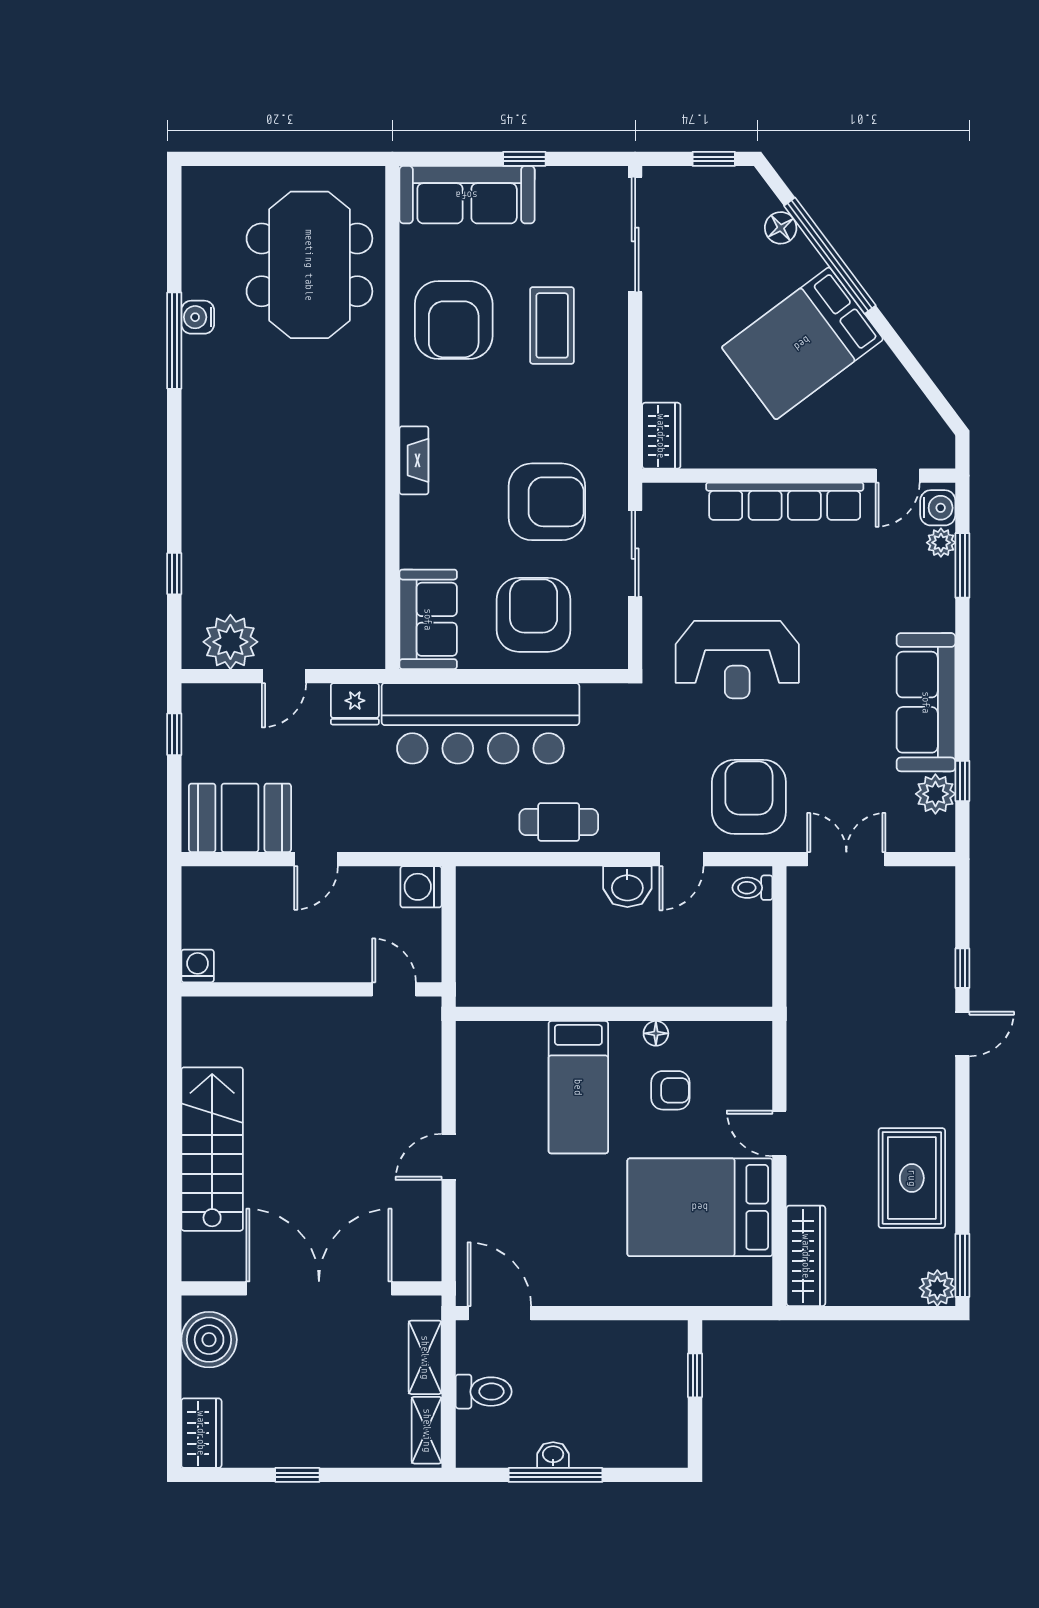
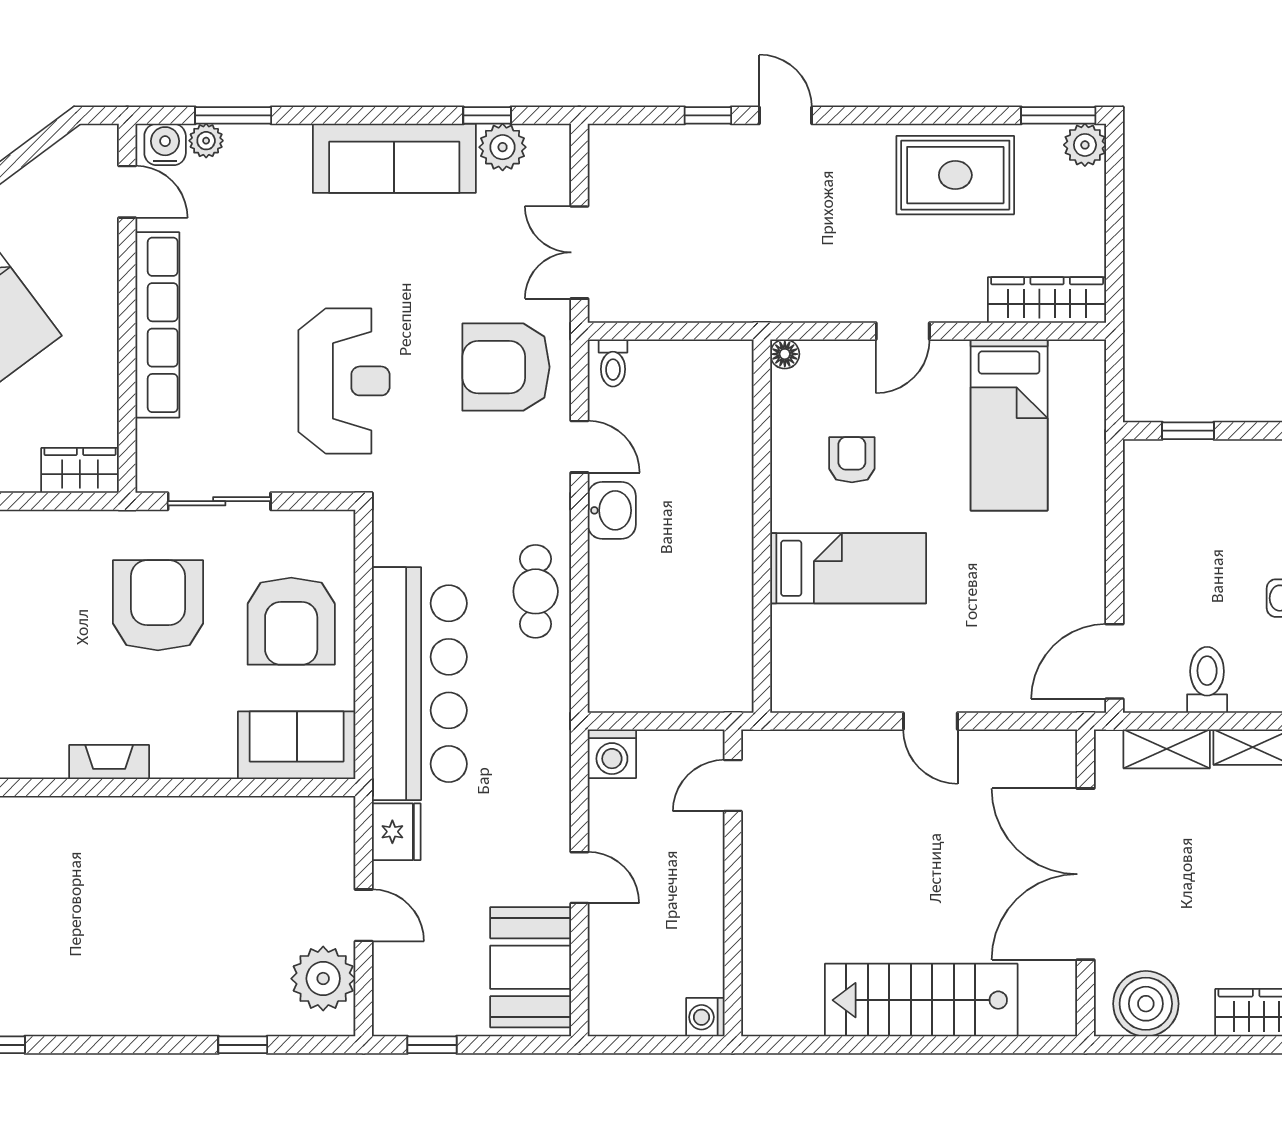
armchair: (534, 615) -> (291, 621), turned -90
floor lamp: (656, 1033) -> (785, 354), moved
bed: (700, 1207) -> (1009, 425), width x0.67

